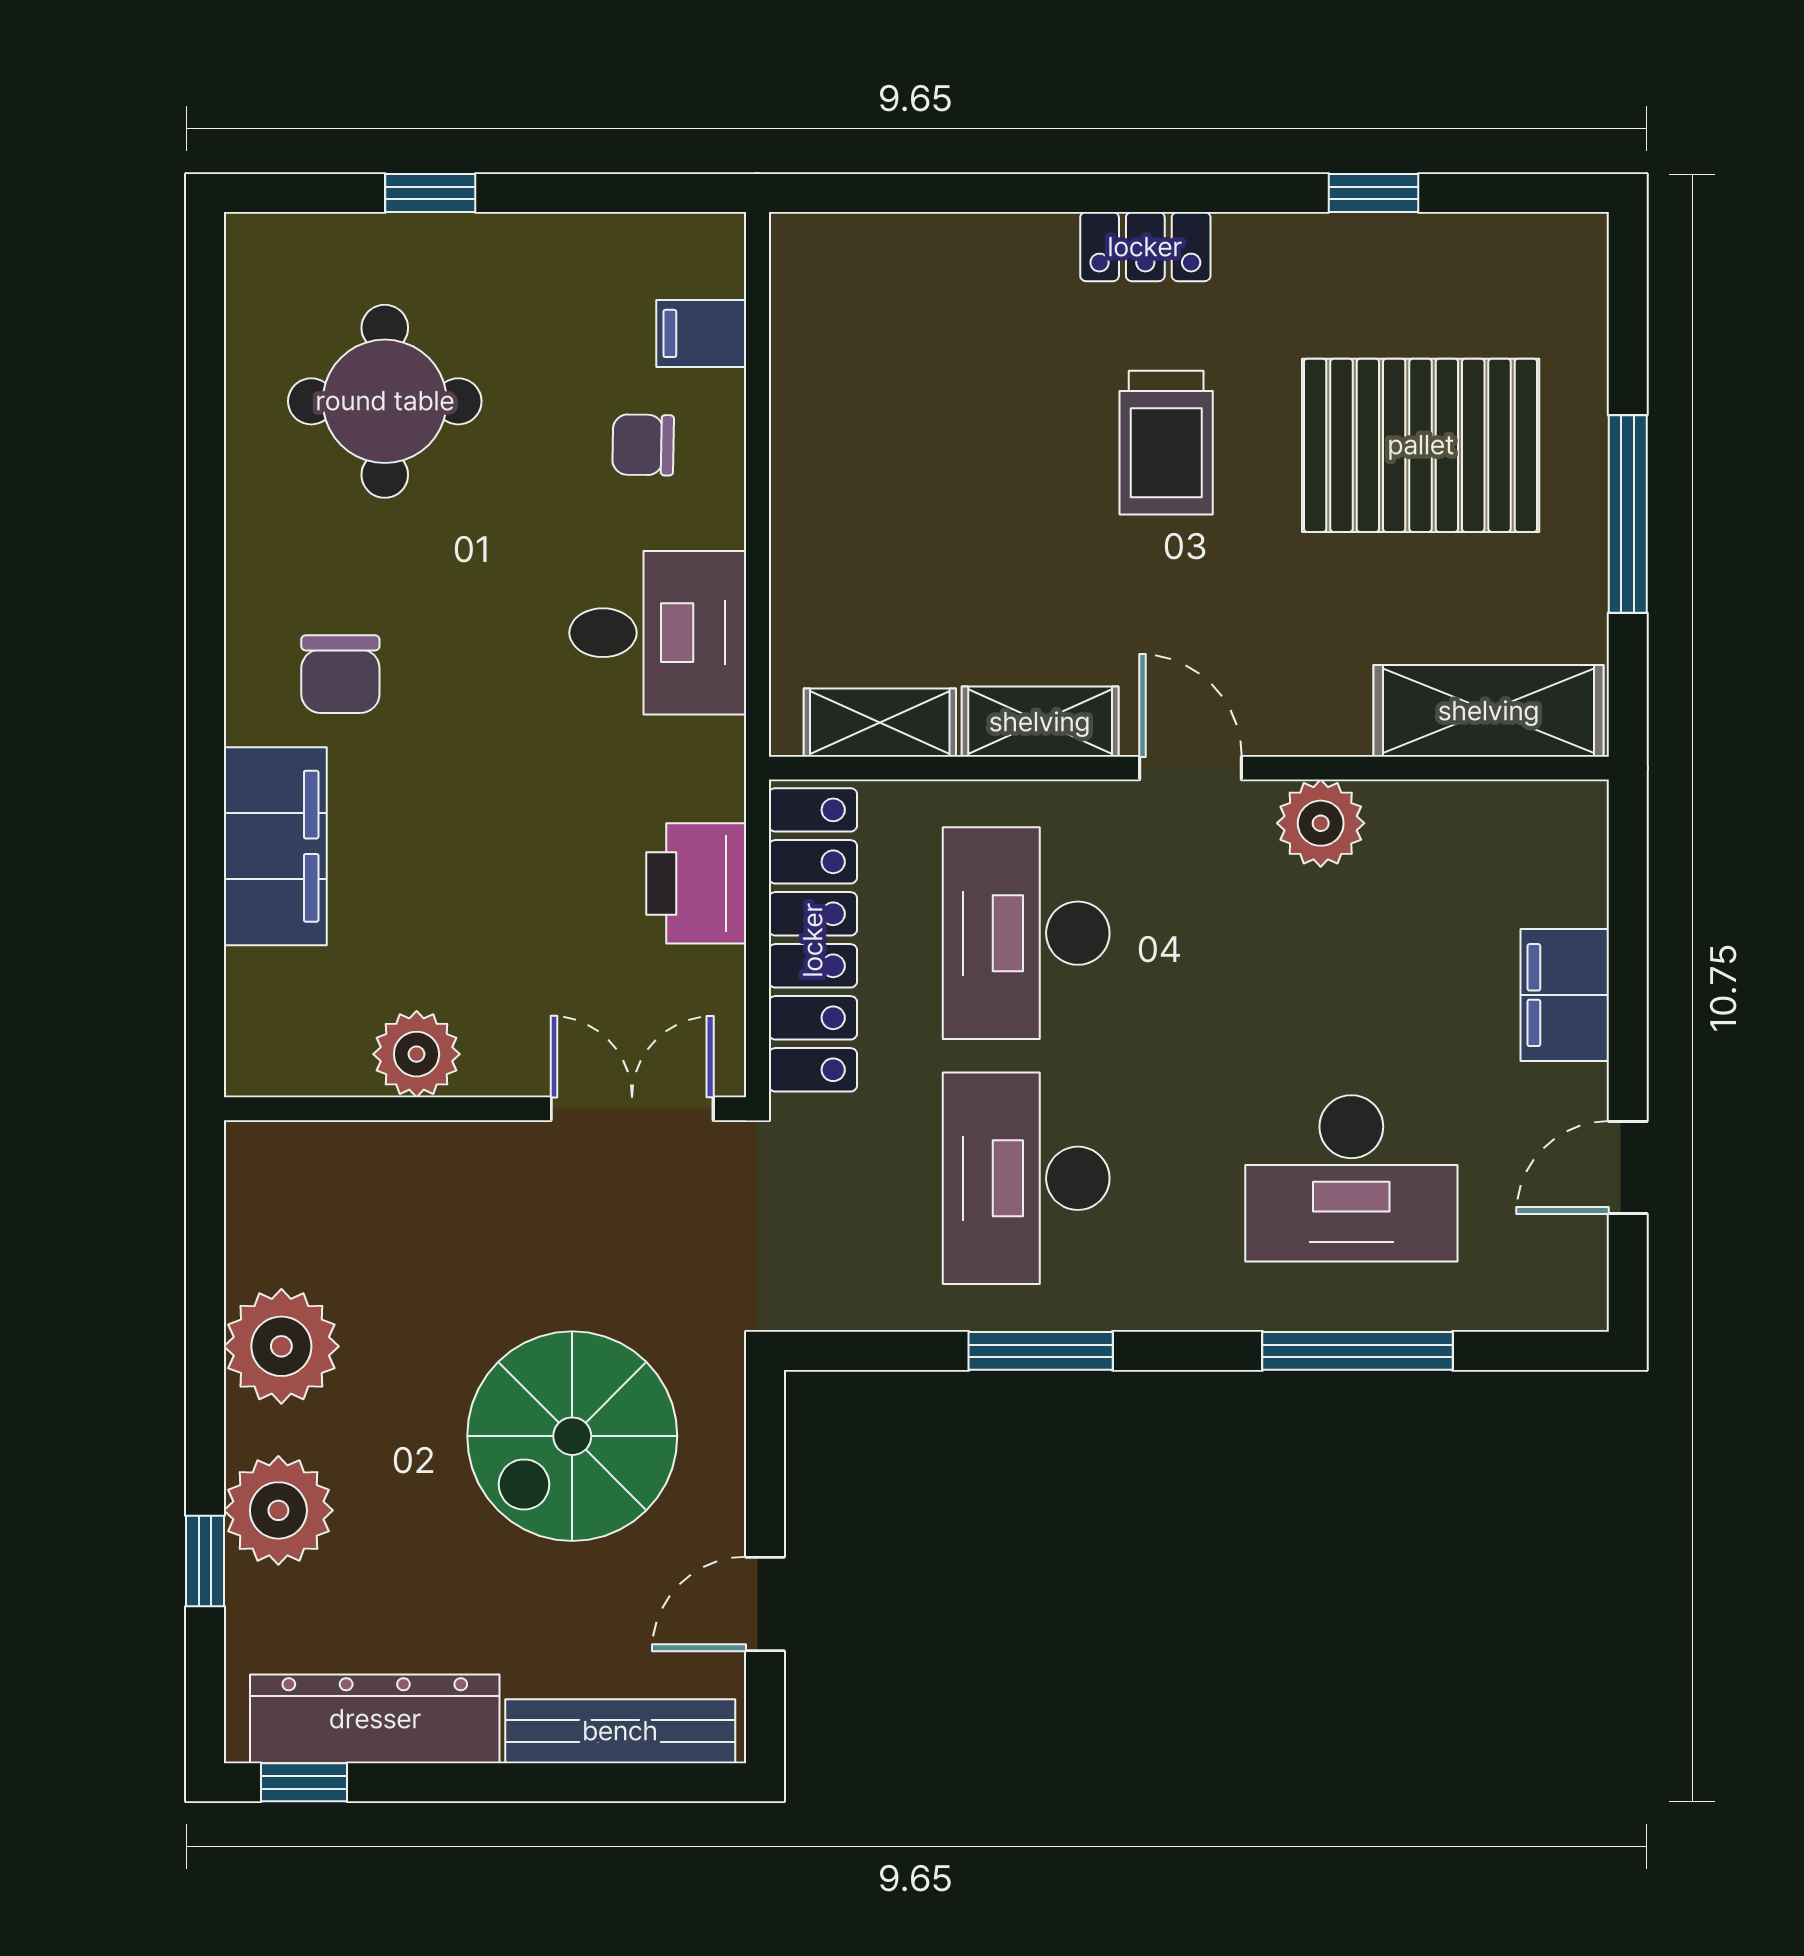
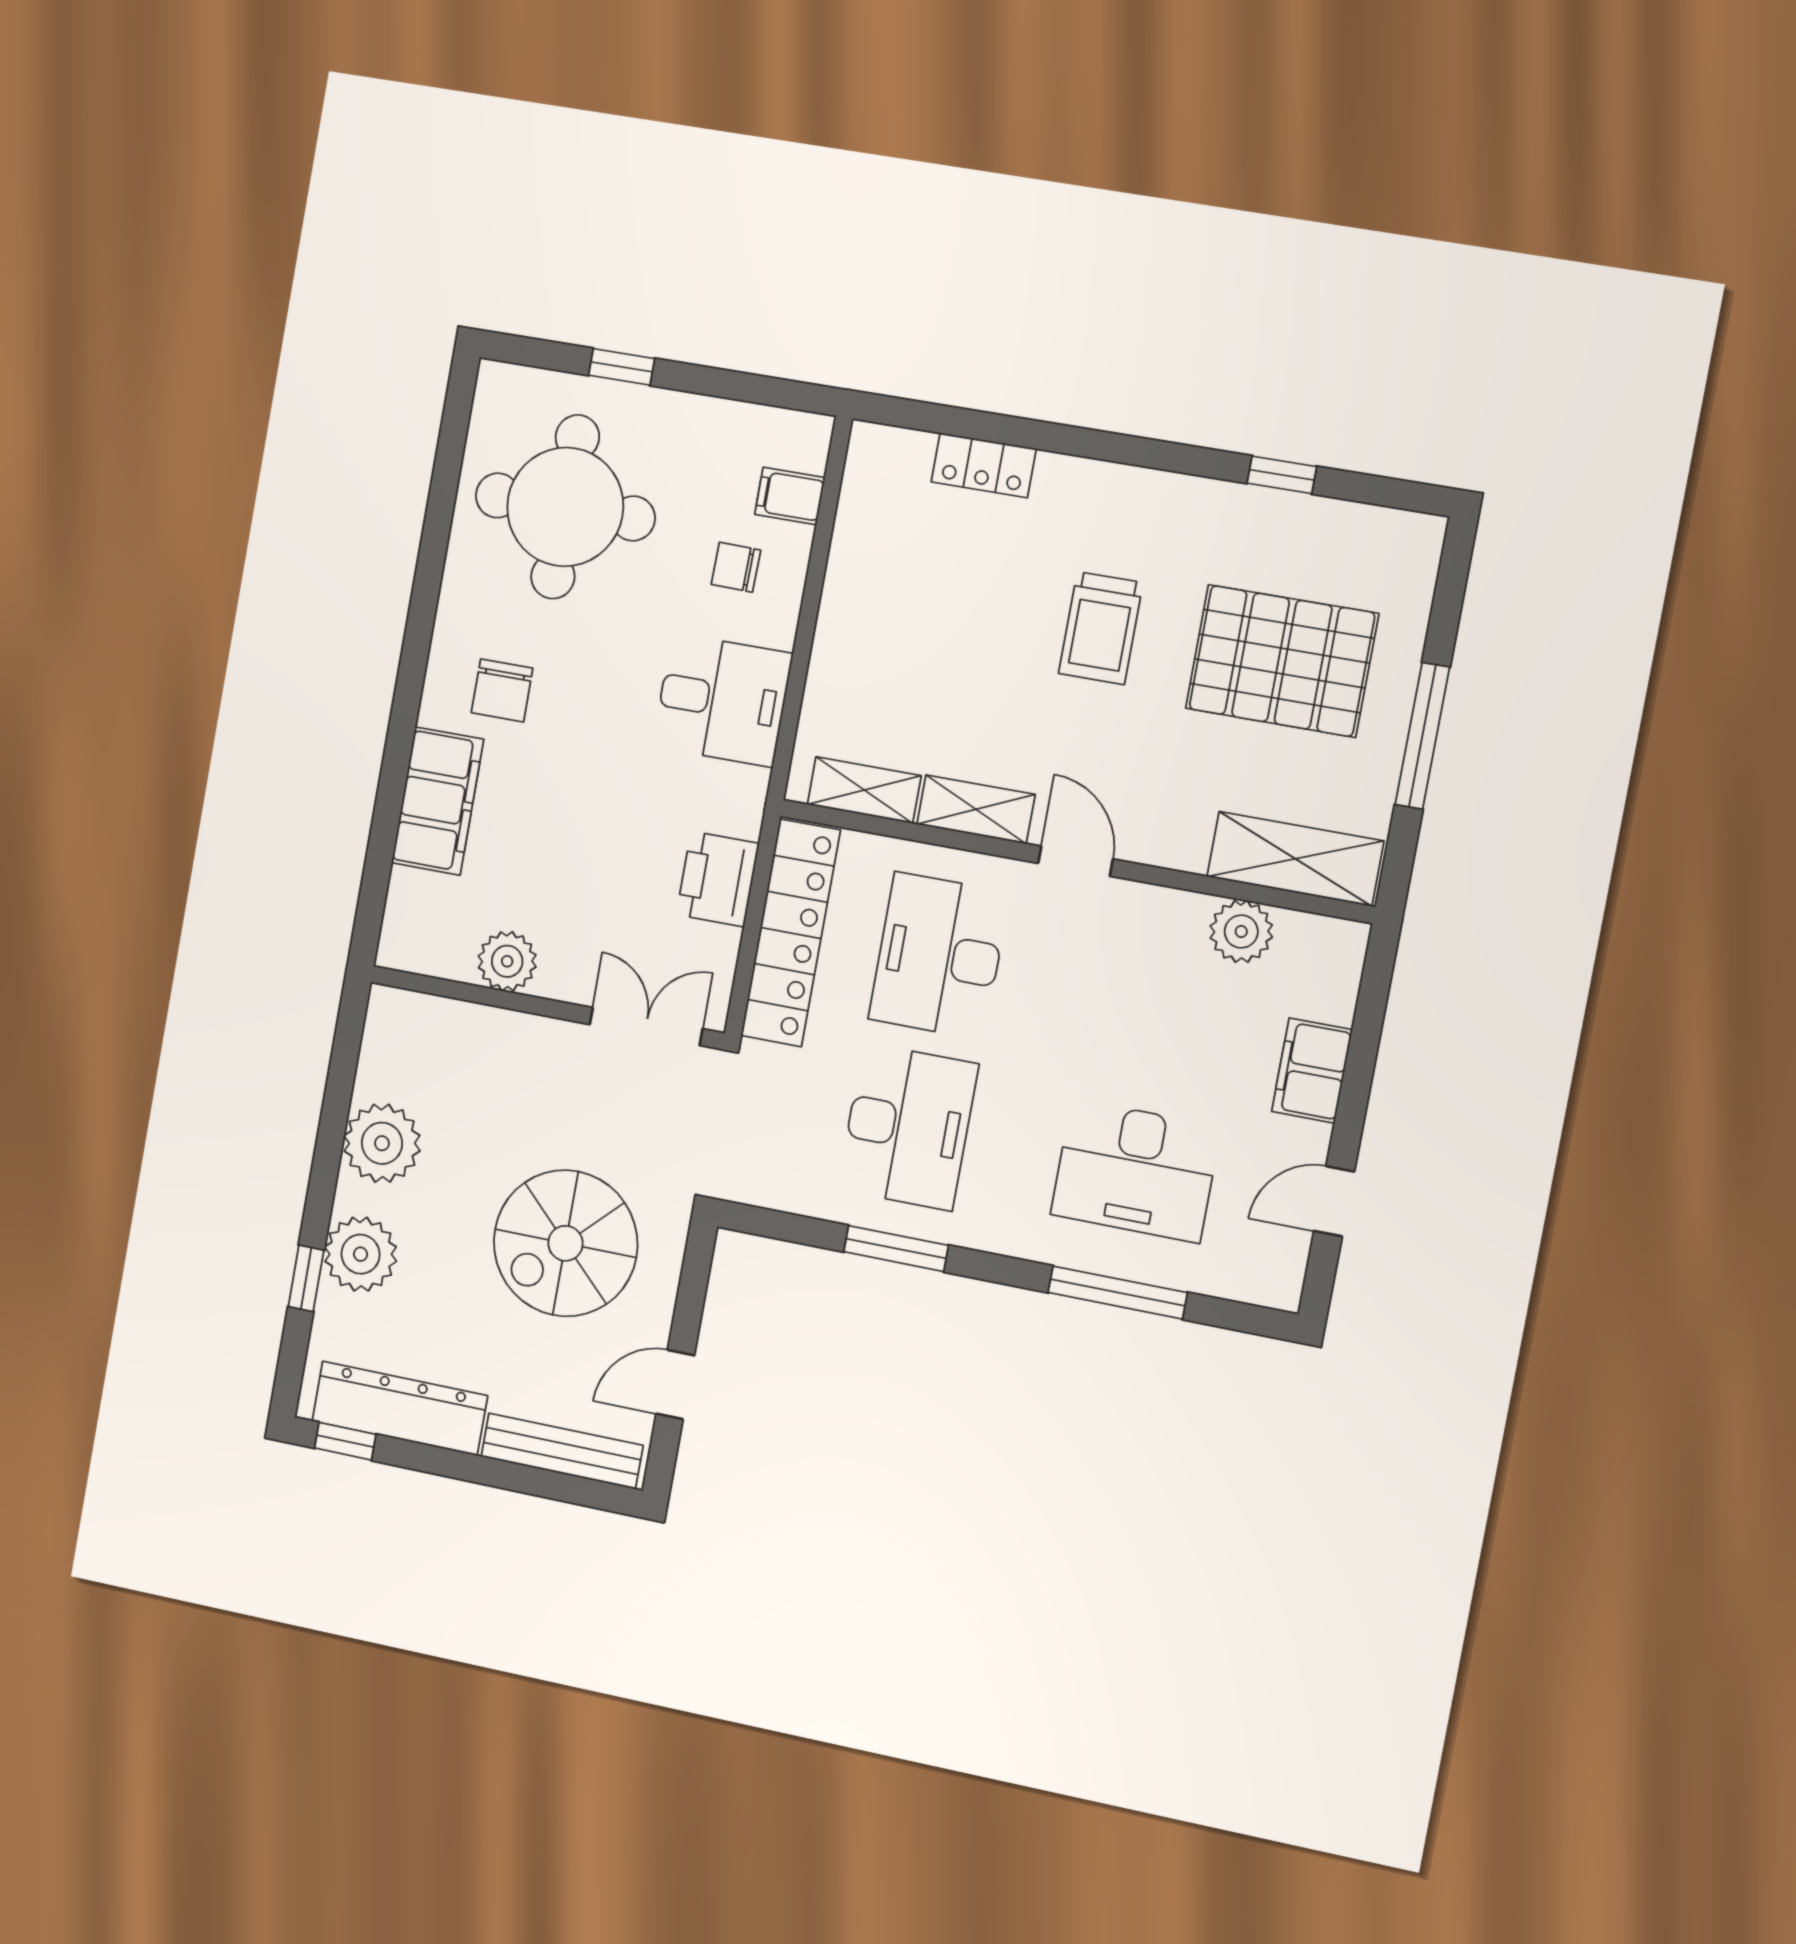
locker: (1145, 247) -> (984, 465), moved
round table: (385, 401) -> (565, 507), width x1.36, depth x1.36
plant: (1321, 823) -> (1241, 931), moved
desk: (1026, 1178) -> (908, 1127), turned 180

